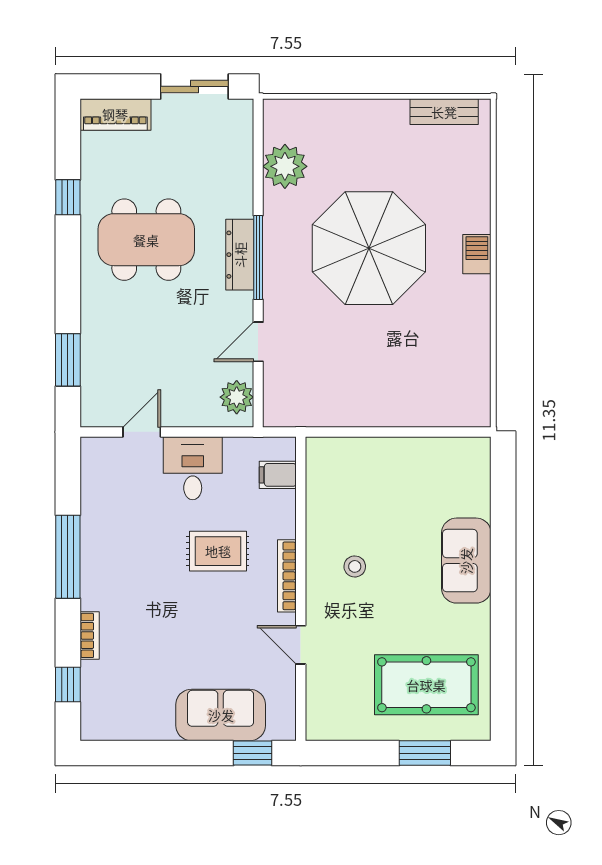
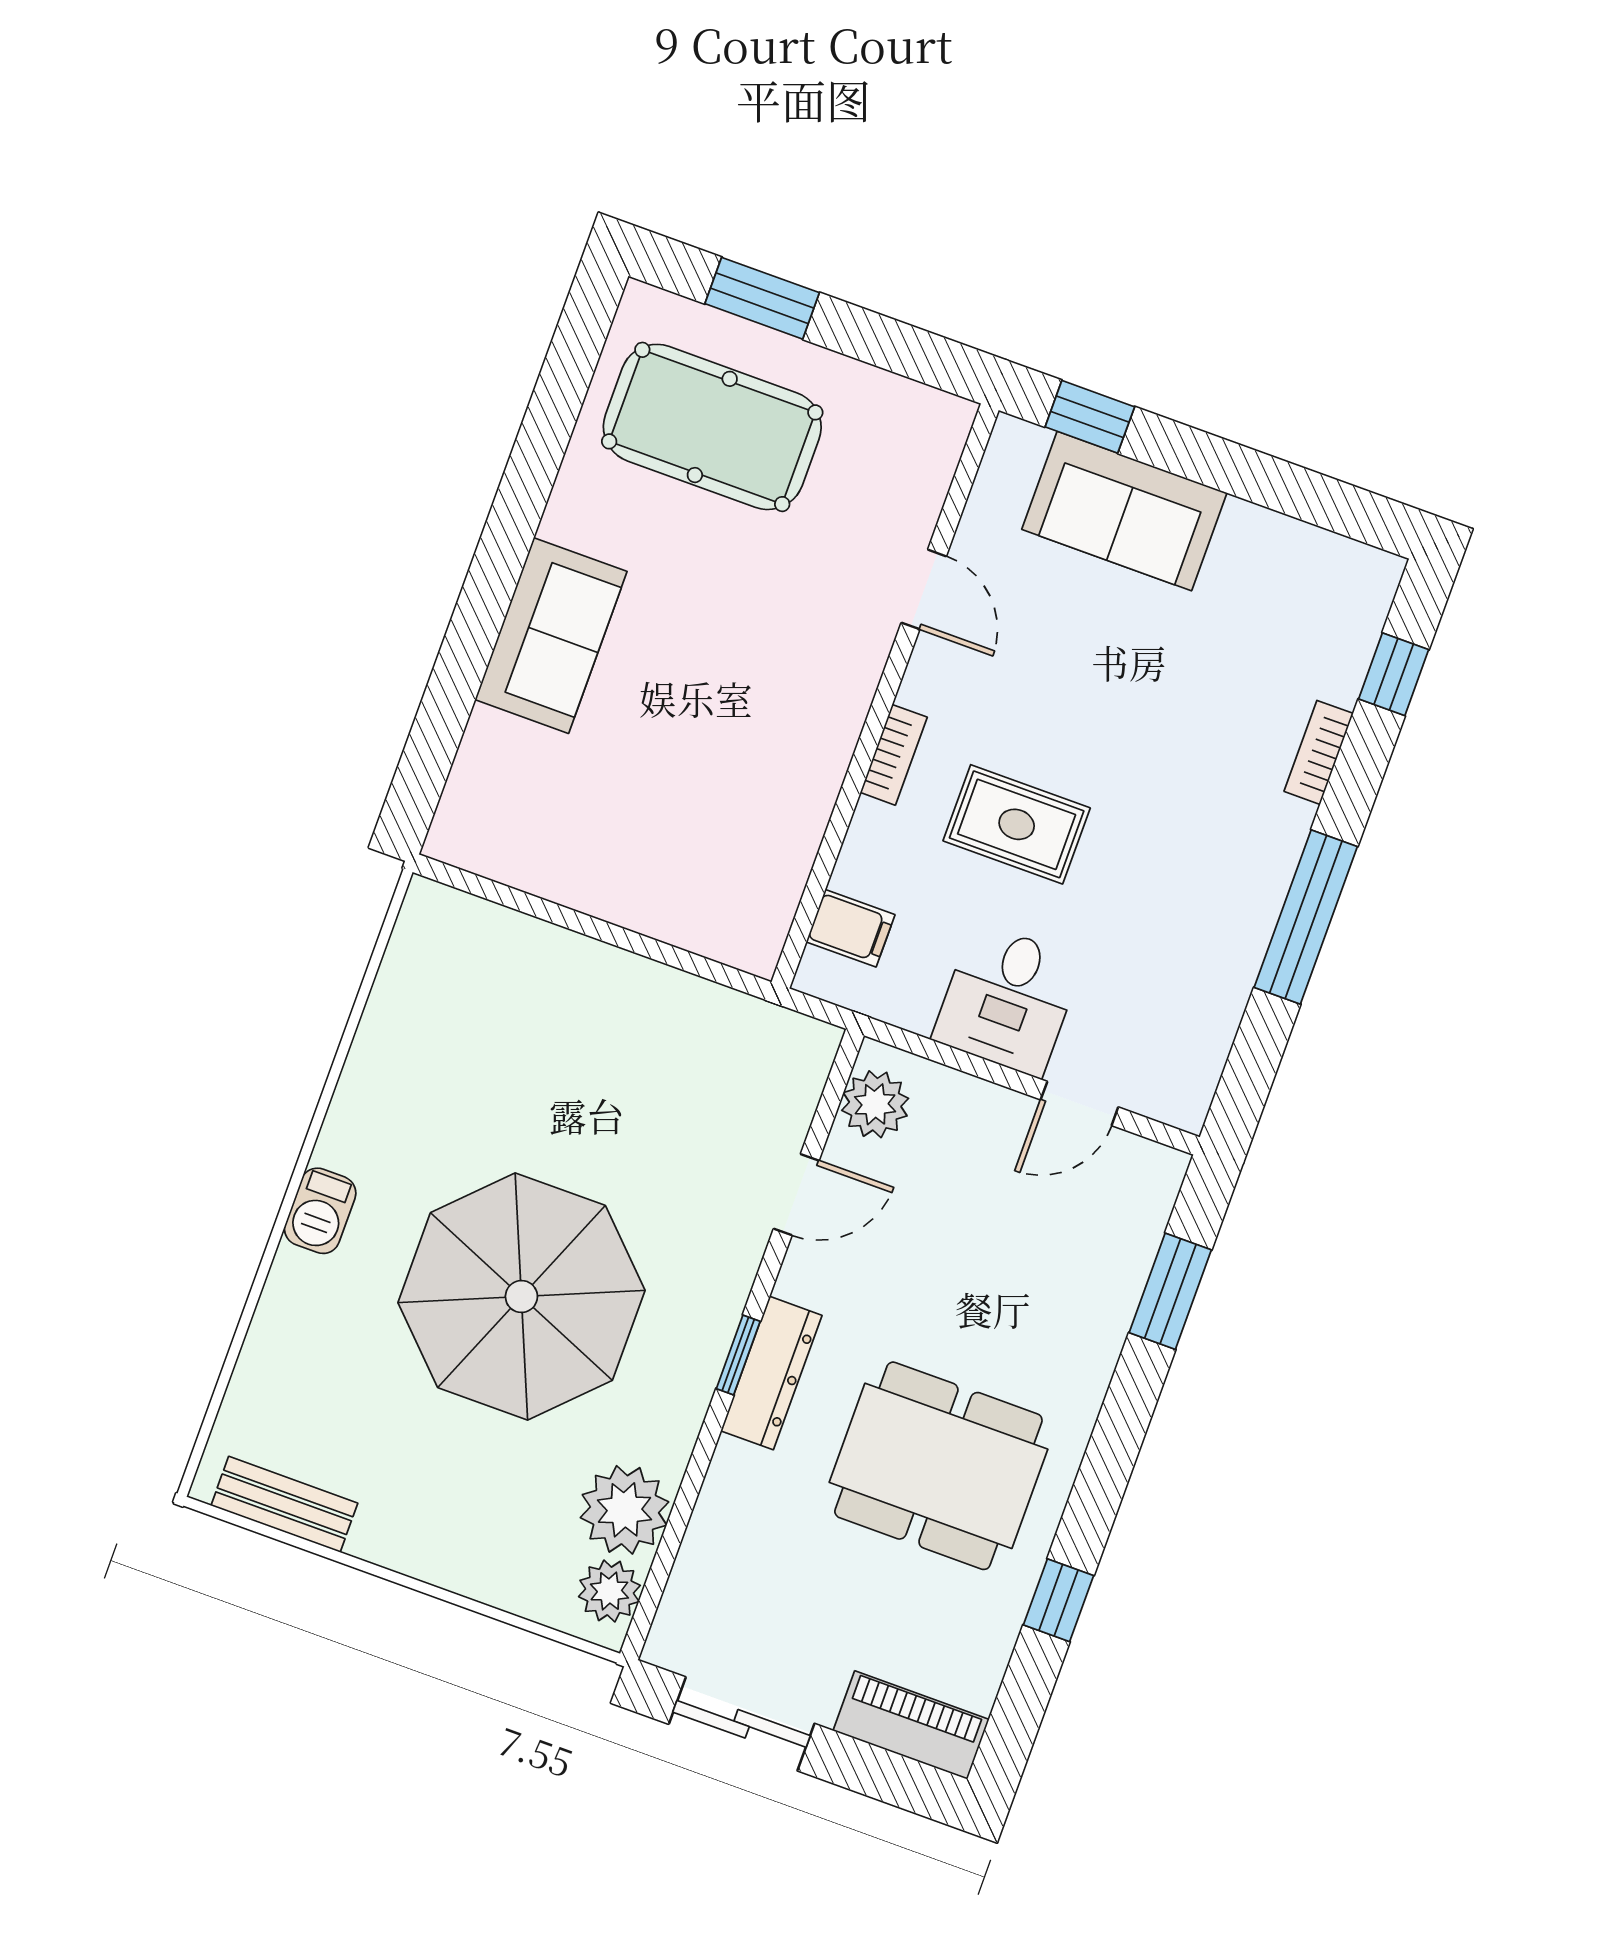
plant: (278, 126) -> (609, 1591), added
window: (258, 258) -> (738, 1355), width x0.46
stool: (355, 566) -> (767, 701), removed
bookcase: (287, 576) -> (894, 755), width x0.64

